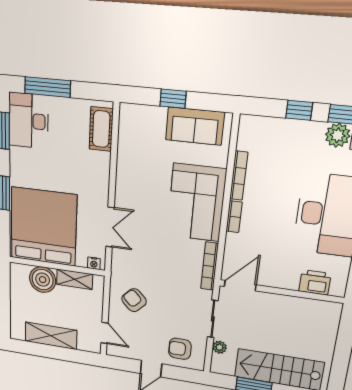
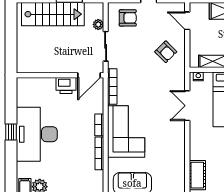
printer: (315, 282) -> (66, 85), moved

